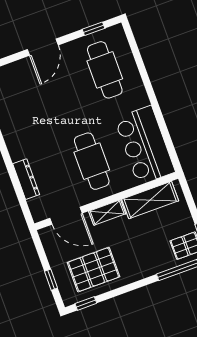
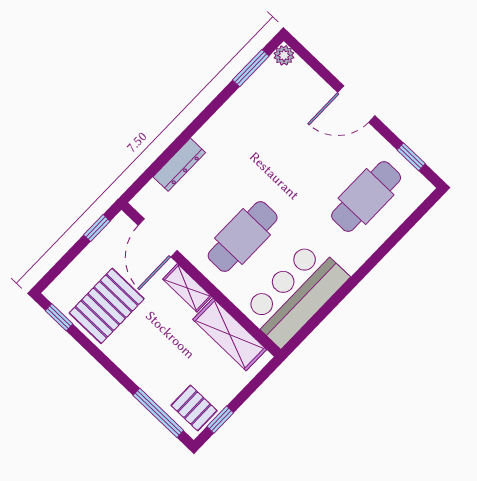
pallet: (93, 270) -> (107, 306), turned 90
window: (51, 280) -> (97, 228), moved

